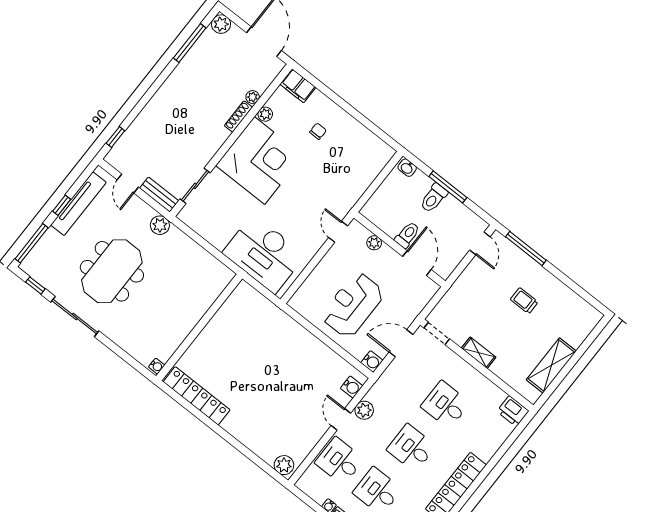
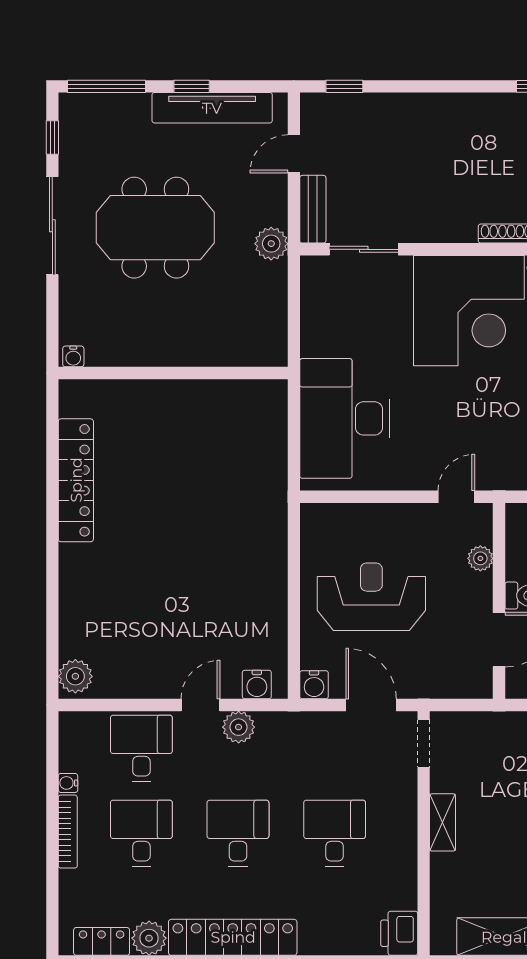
wall: (199, 327) -> (173, 373), moved
water cooler: (157, 366) -> (73, 356), moved

